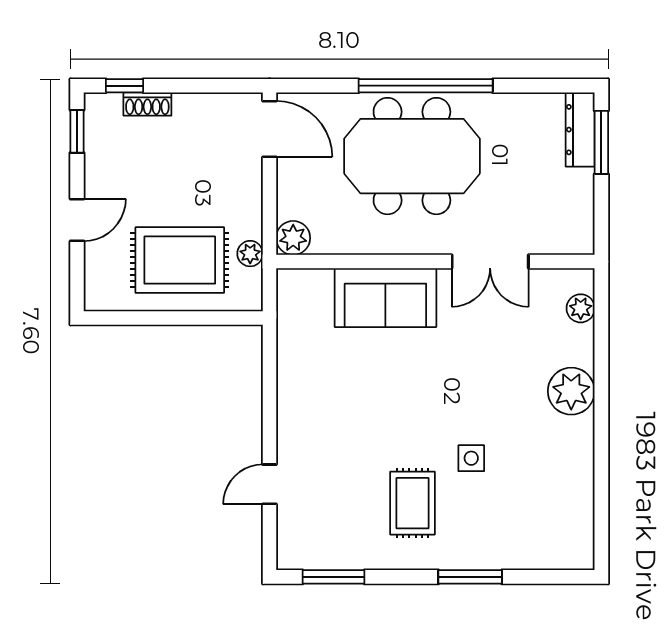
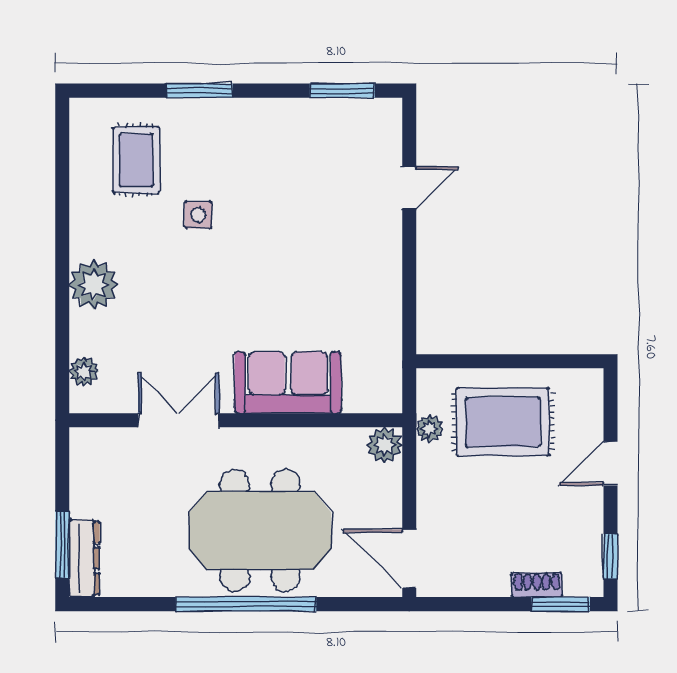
window: (125, 86) -> (561, 604), width x1.50
rug: (412, 503) -> (136, 160), moved

